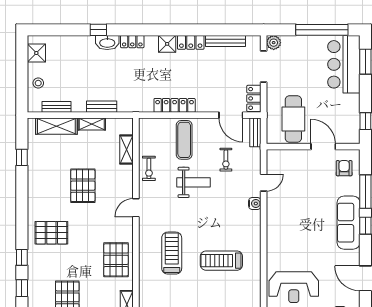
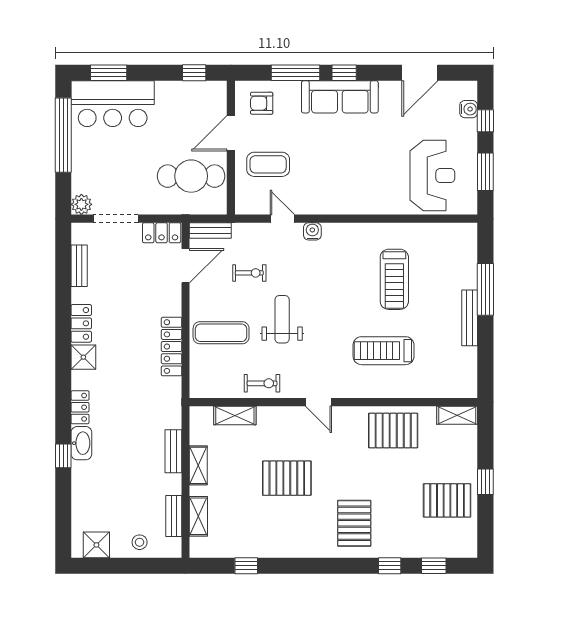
bench: (226, 41) -> (79, 266), width x0.73
shelving: (56, 126) -> (198, 516), width x0.67, depth x0.75
coffee table: (302, 173) -> (268, 164), added

